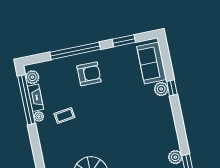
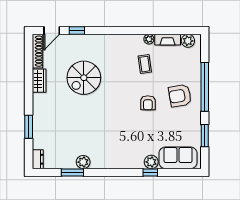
armchair: (89, 74) -> (180, 96), turned 80
window: (26, 100) -> (167, 31), removed
armchair: (103, 104) -> (148, 103), added

